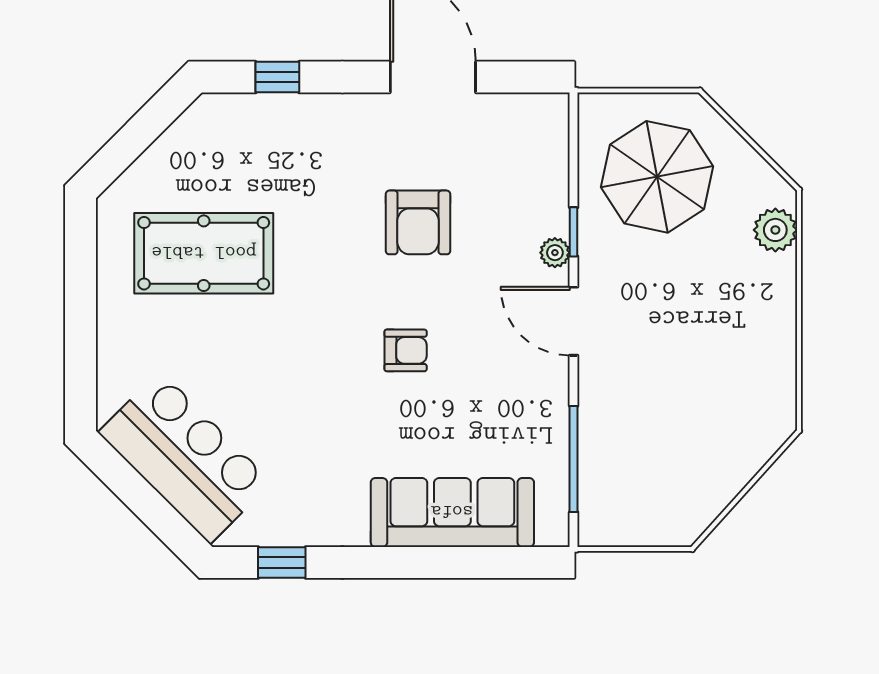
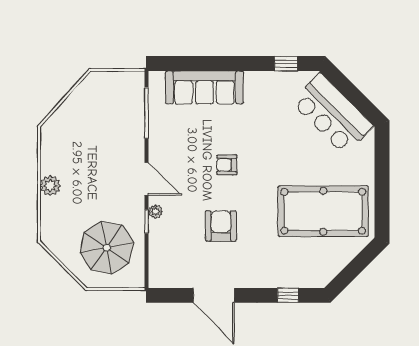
plant: (775, 230) -> (50, 186), moved
pool table: (204, 253) -> (323, 211), width x1.36, depth x1.32

